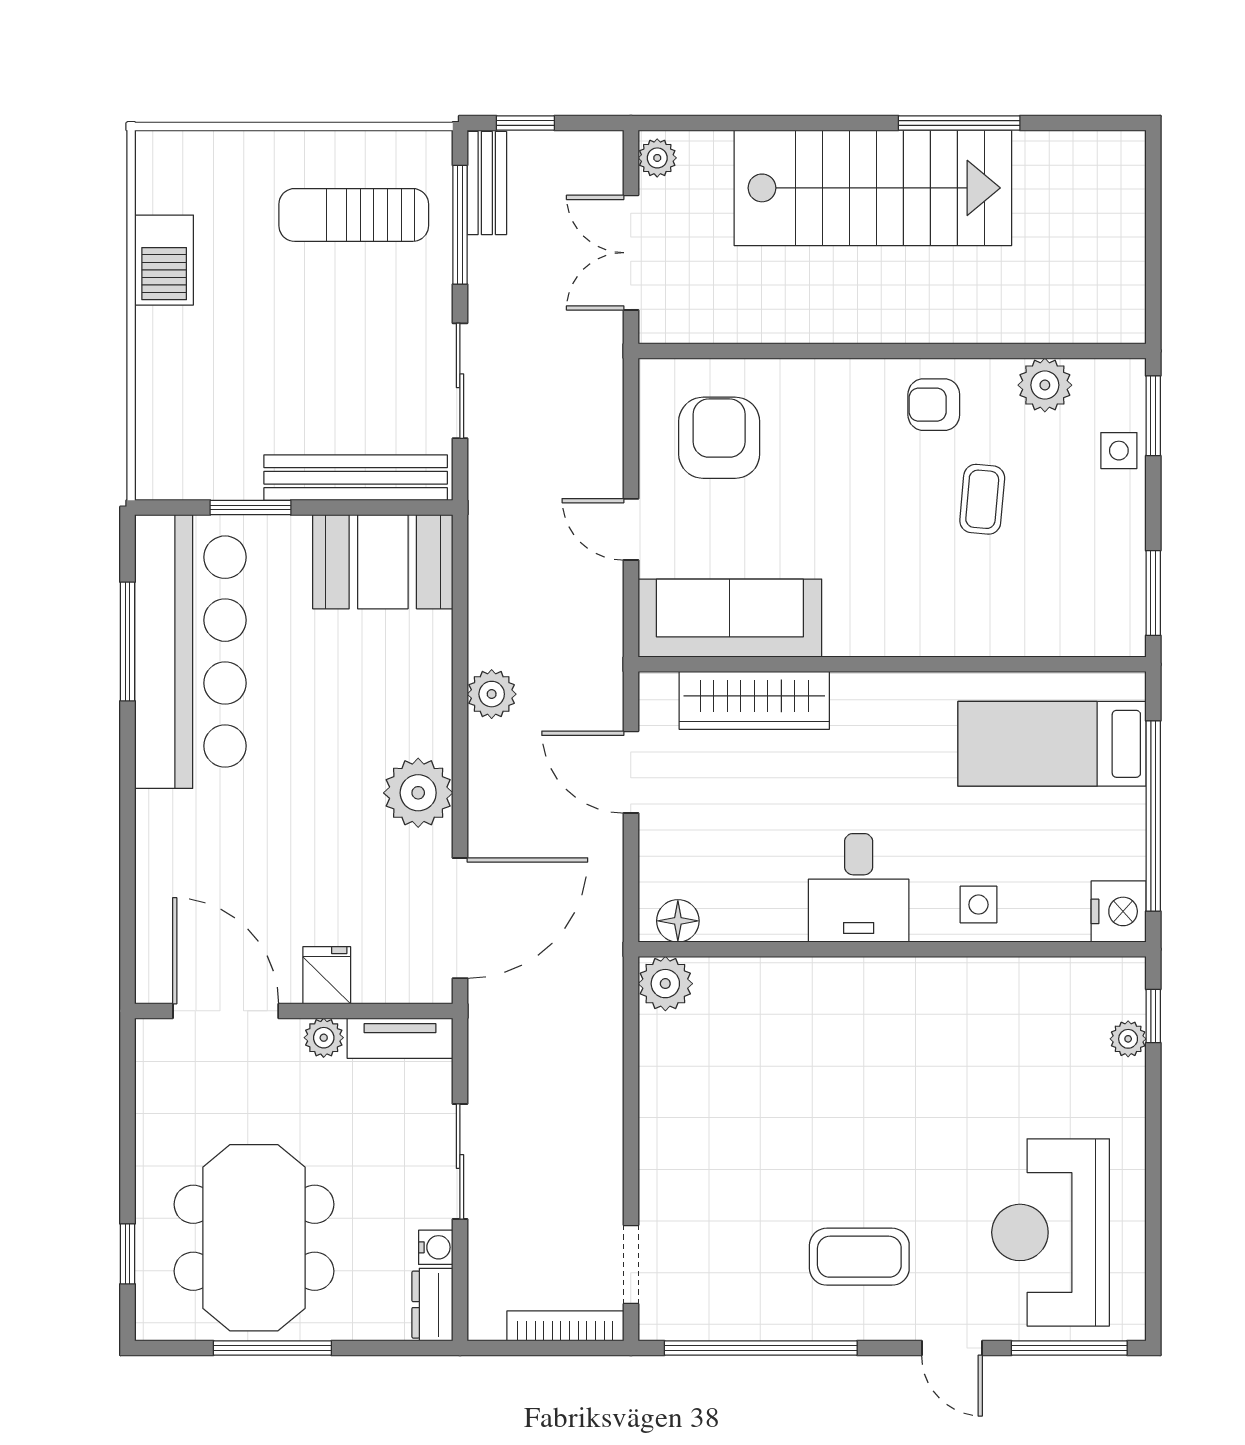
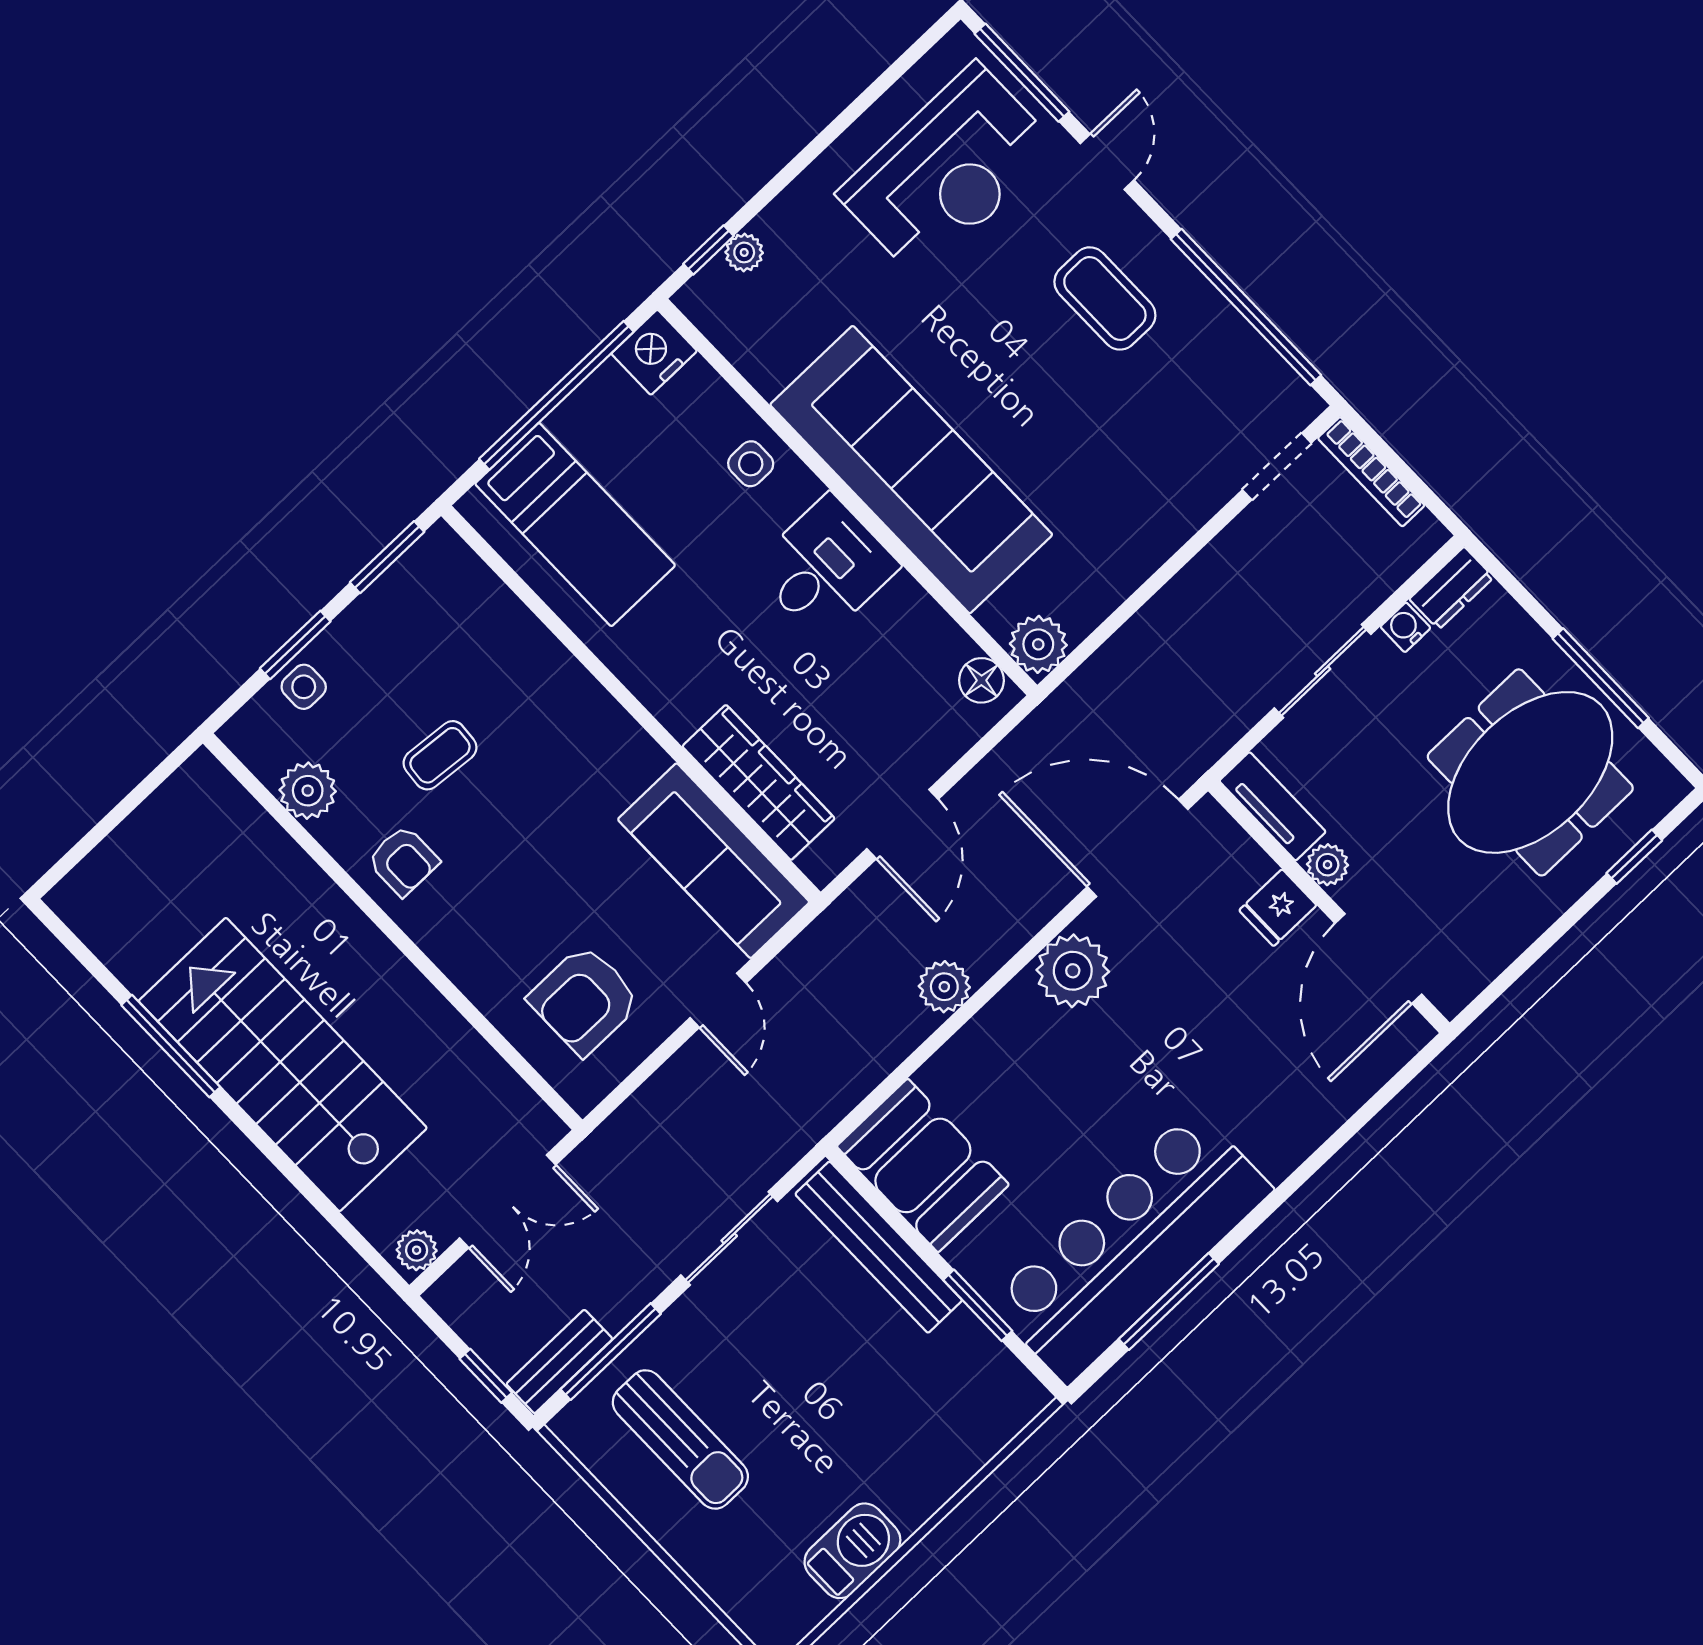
window: (1153, 416) -> (295, 645), moved
sofa: (869, 1011) -> (911, 470), added

